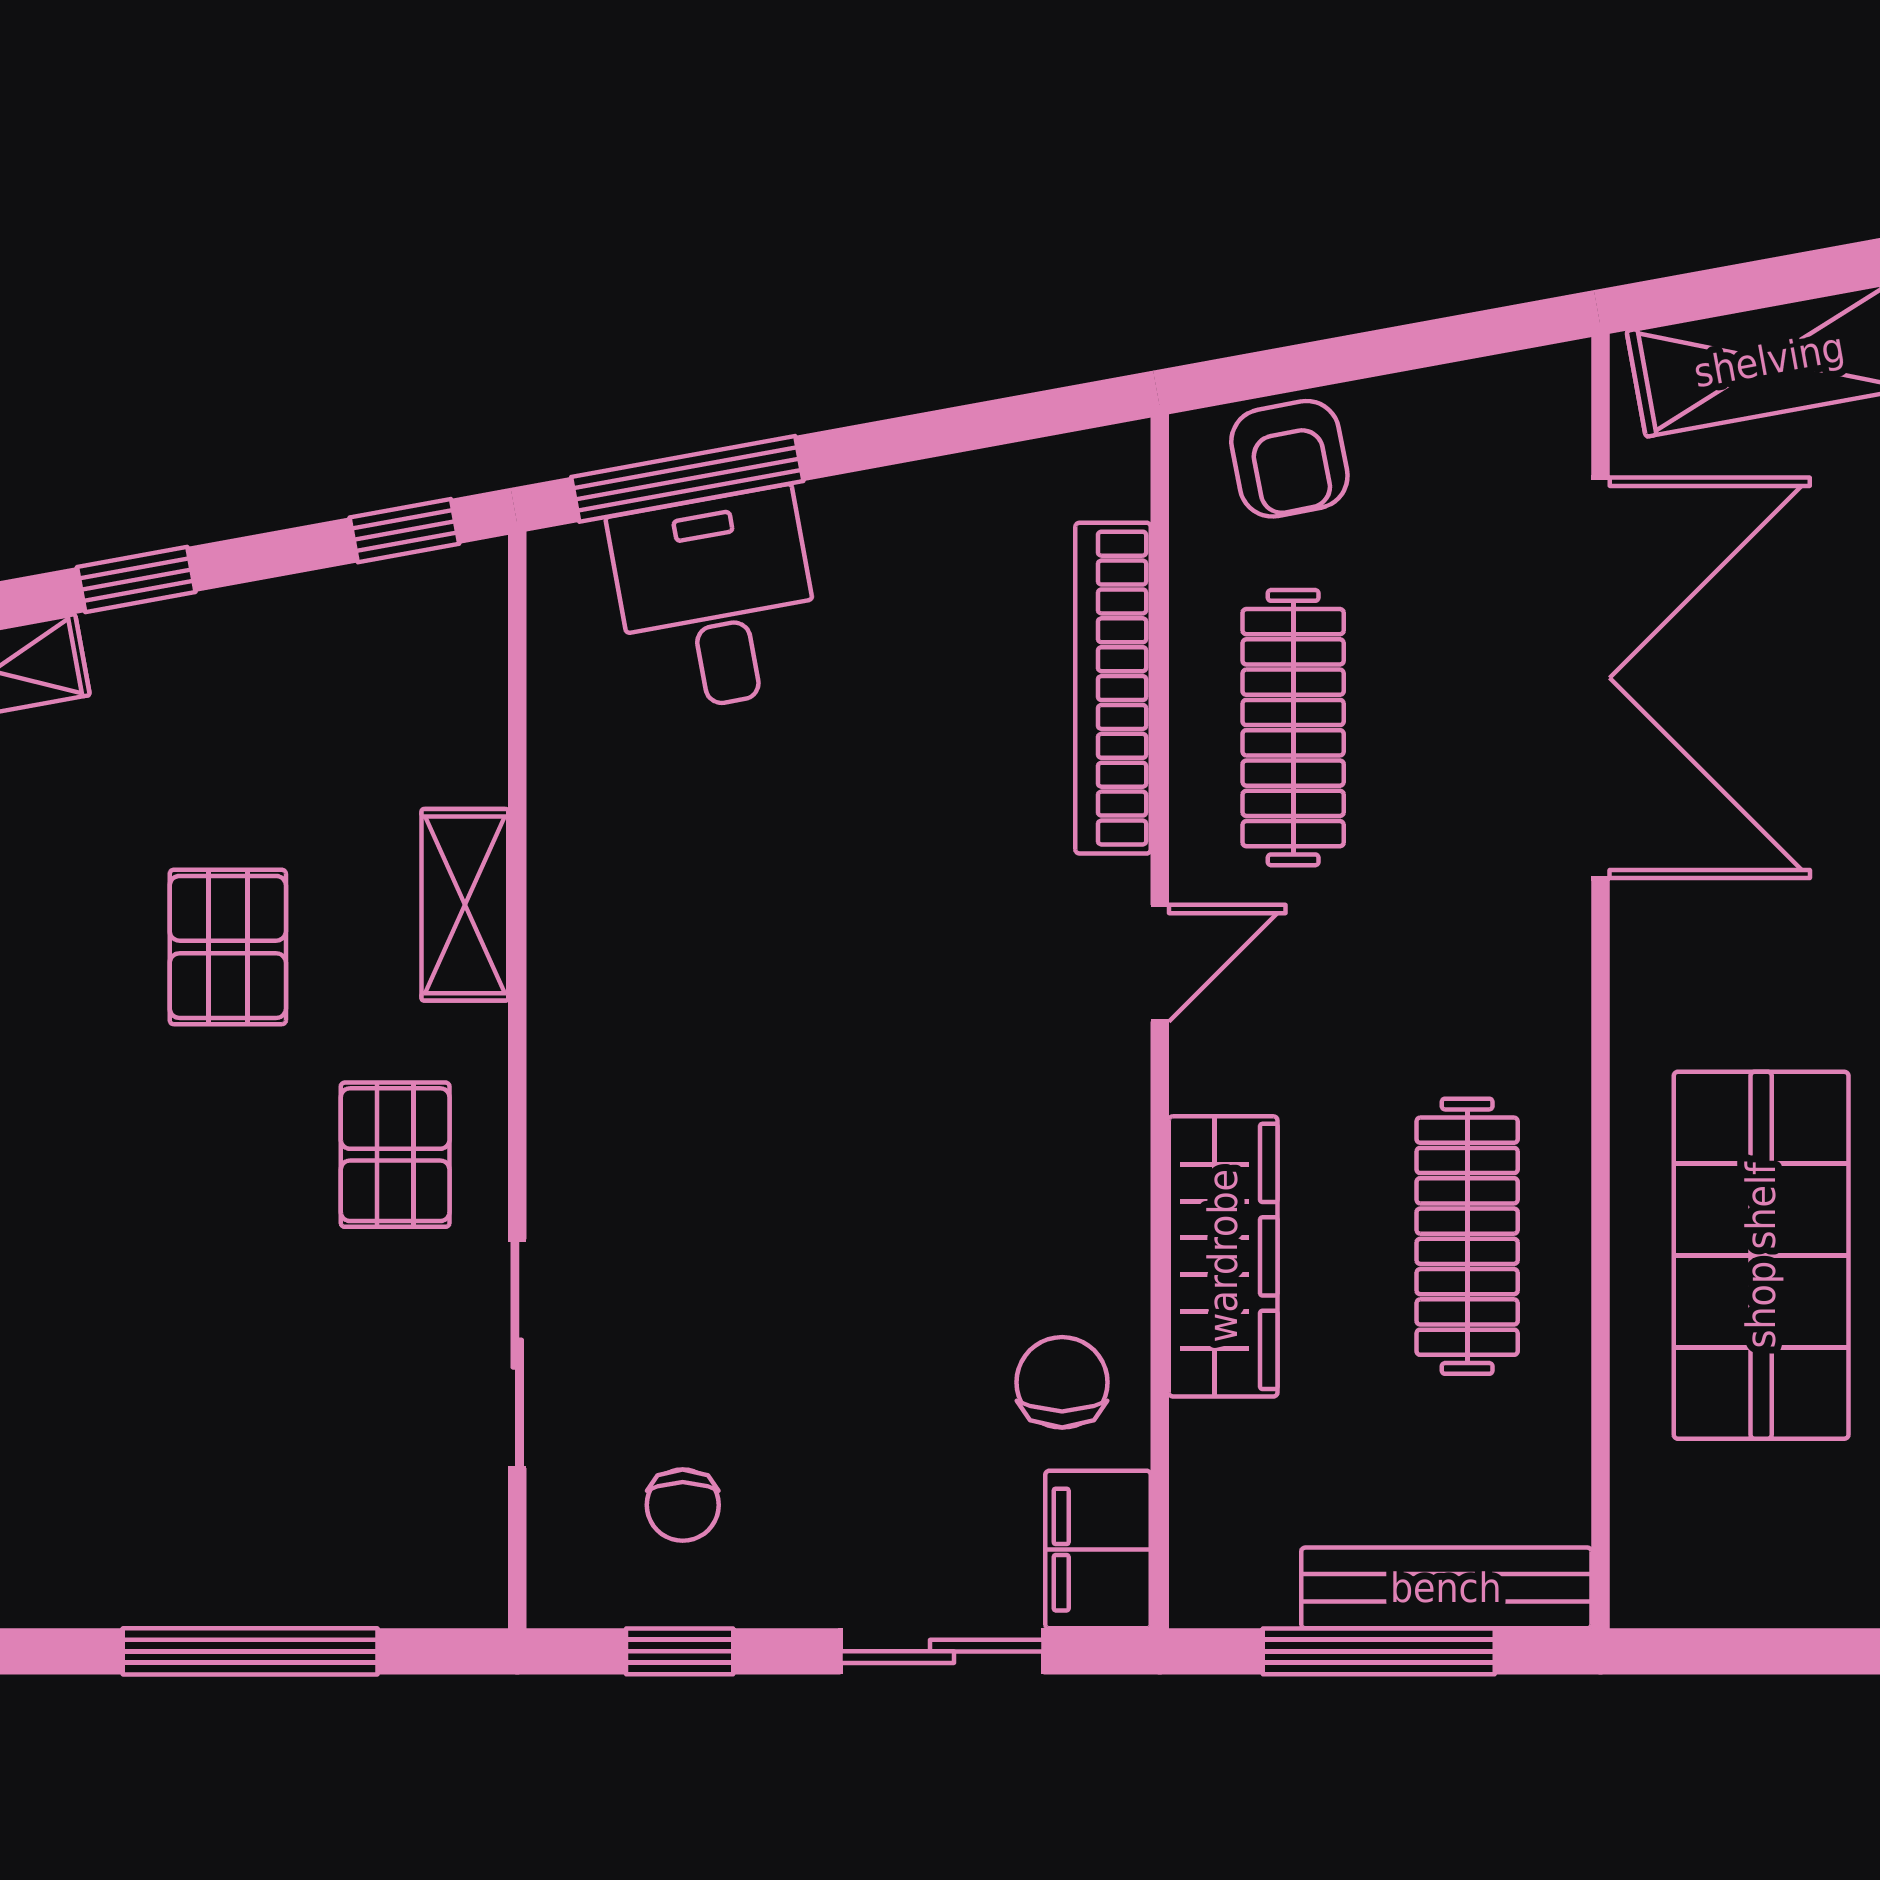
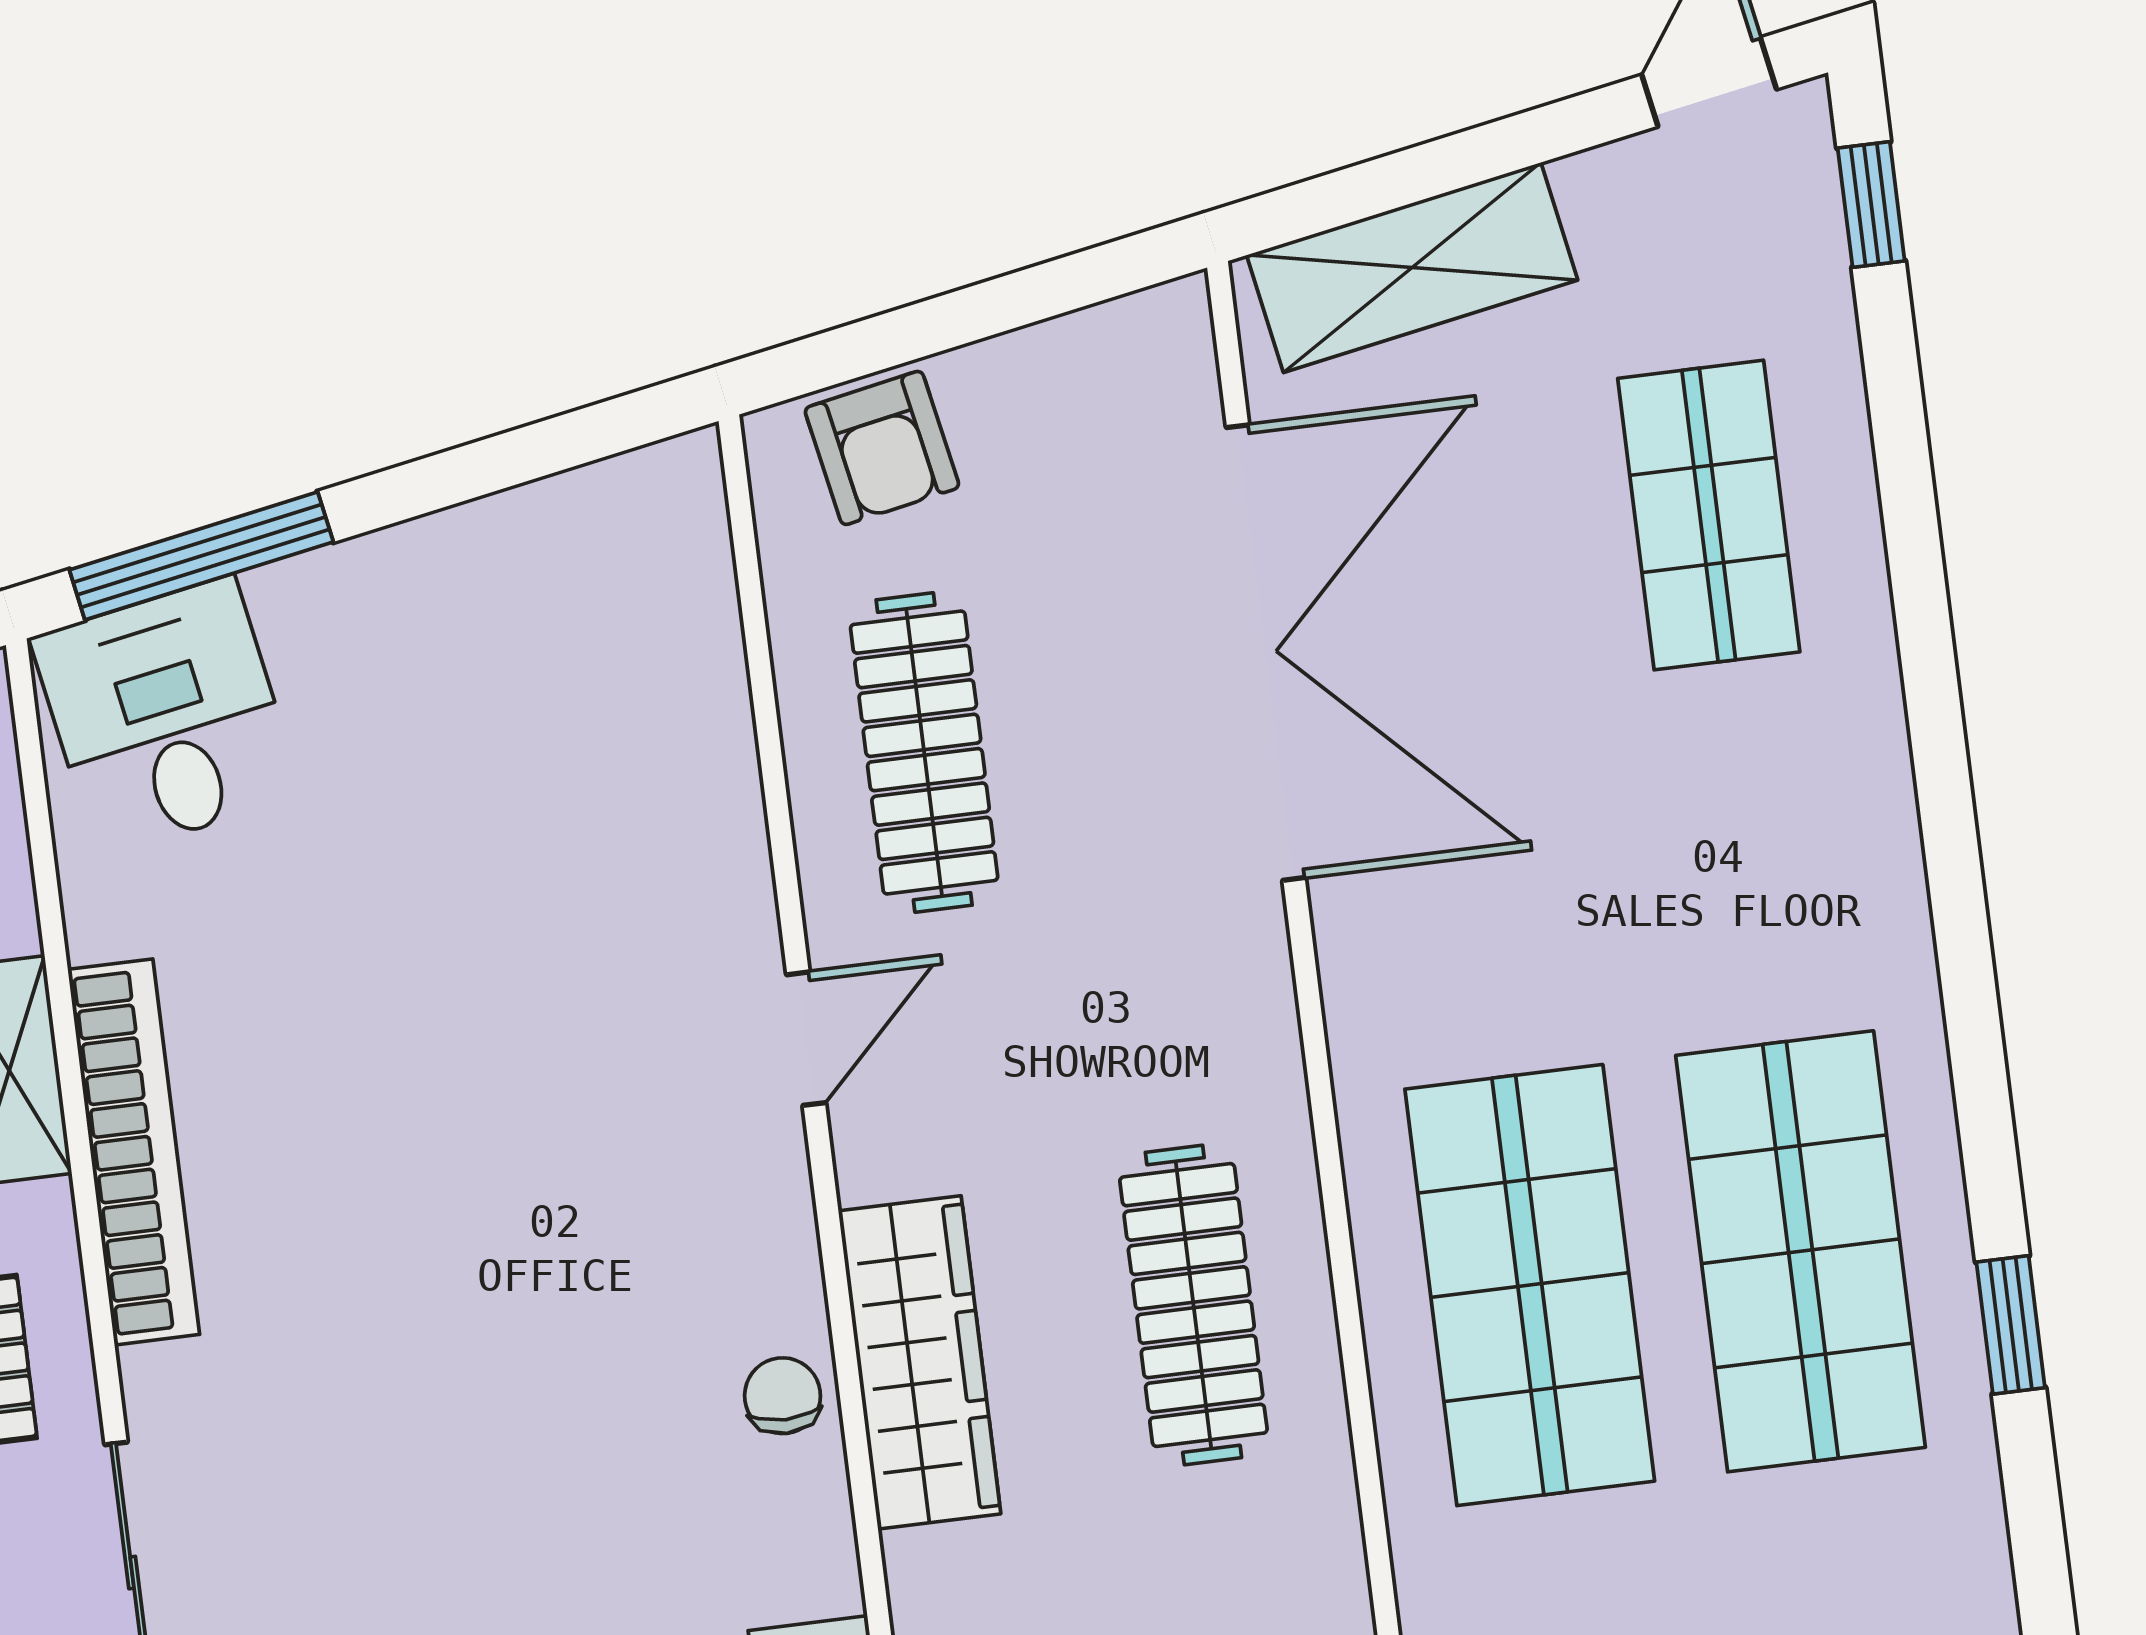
desk: (717, 601) -> (166, 717), moved
bookcase: (1113, 688) -> (134, 1152), moved, turned 180
chair: (1062, 1382) -> (783, 1396), moved, width x0.73, depth x0.73

